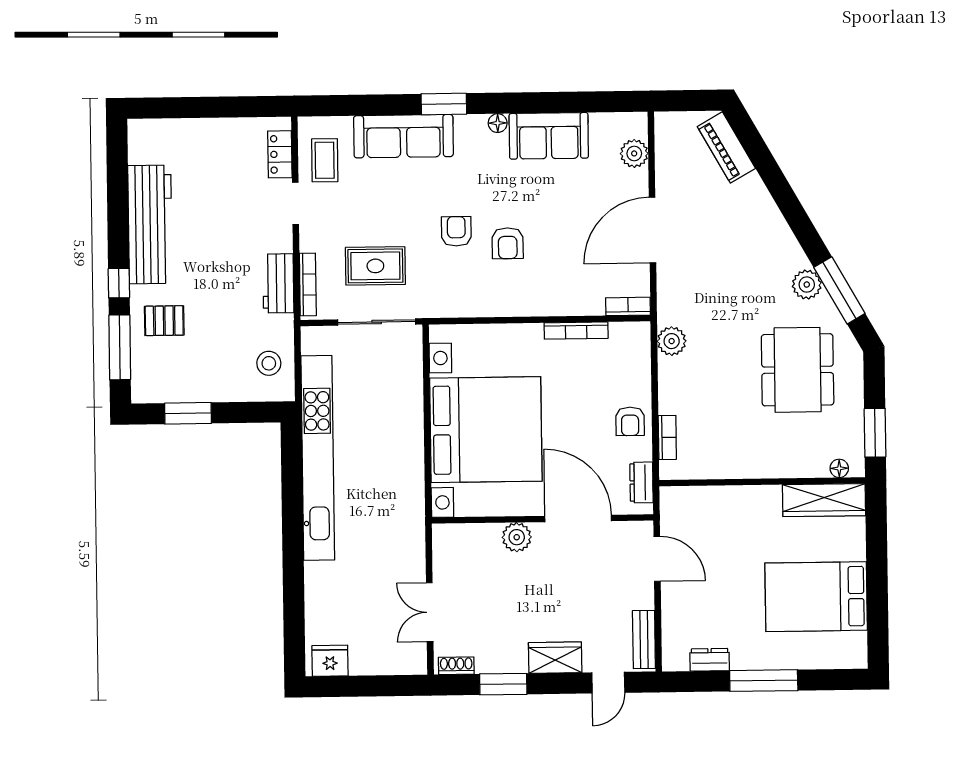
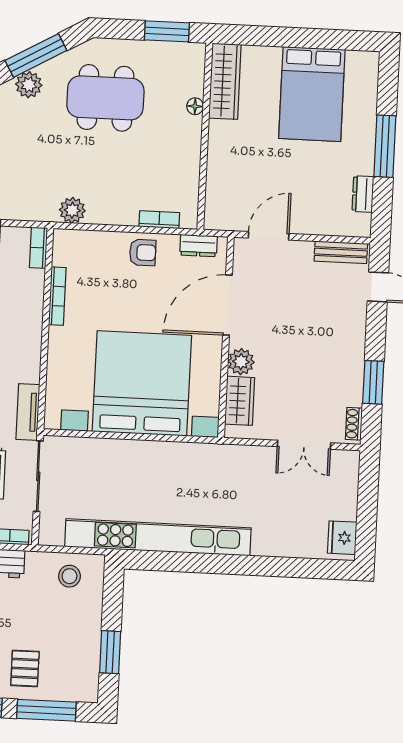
tv unit: (447, 306) -> (28, 412), added
floor lamp: (839, 468) -> (195, 106), moved
wardrobe: (555, 658) -> (240, 401), moved, turned 180

